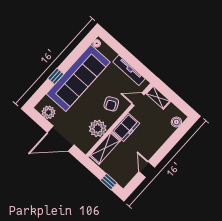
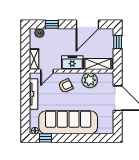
window: (56, 76) -> (45, 138), moved
door: (138, 99) -> (47, 71), hinge flipped
plant: (48, 112) -> (108, 122), removed
window: (174, 139) -> (52, 24), added
door: (147, 169) -> (87, 24), width x1.88

